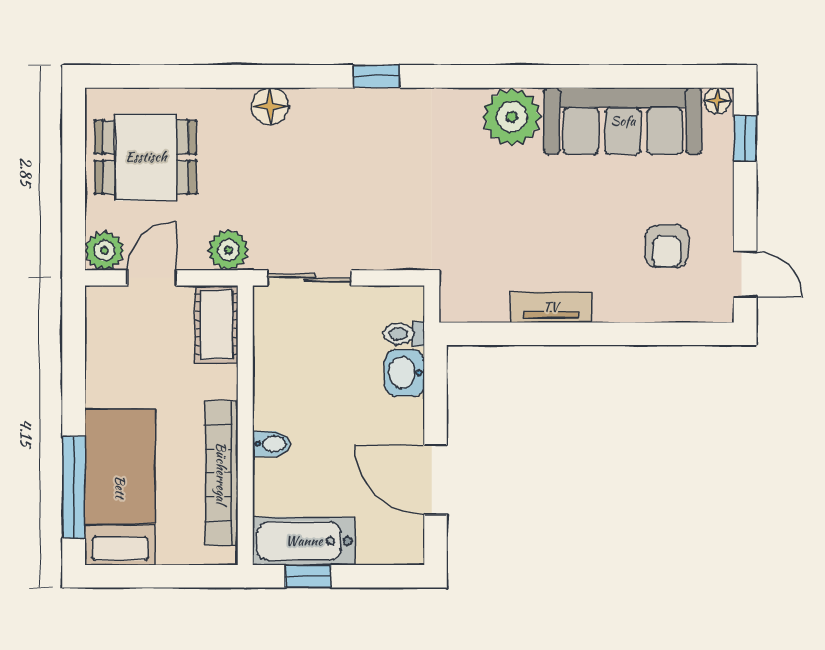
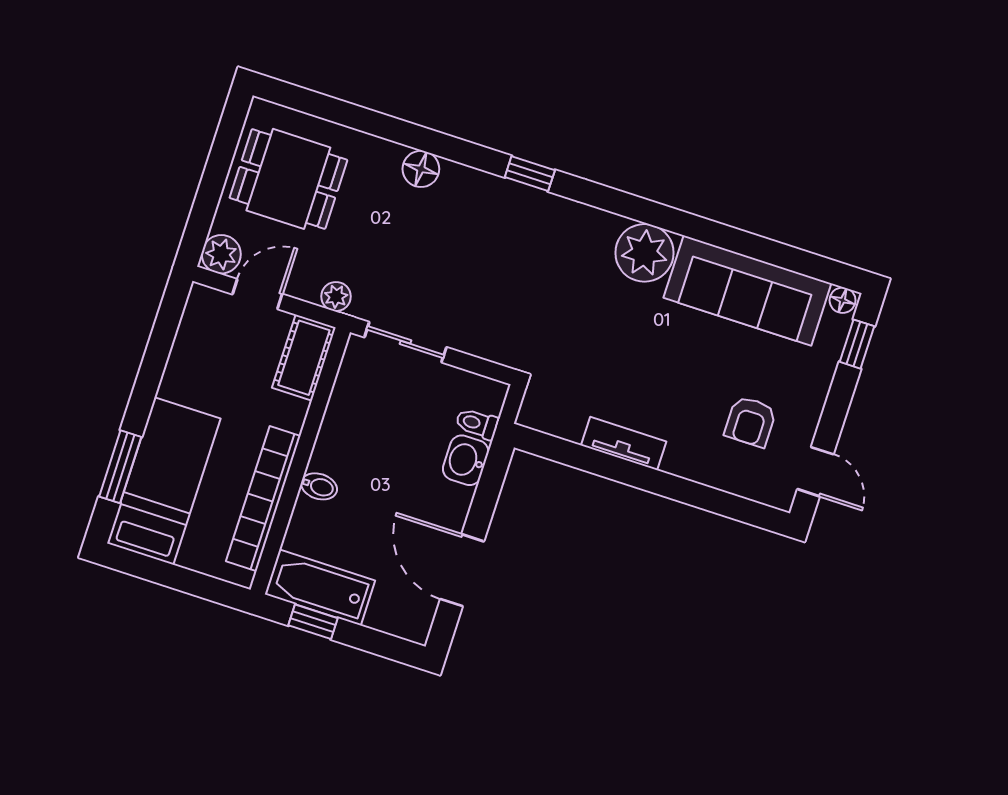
plant: (228, 250) -> (336, 296), width x0.73, depth x0.73
window: (74, 487) -> (120, 467), width x0.69

